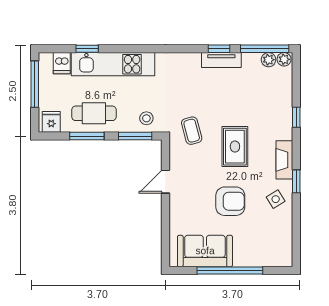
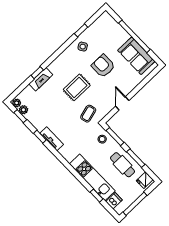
window: (265, 49) -> (20, 116), width x0.46
tv unit: (221, 60) -> (52, 139), moved
fireplace: (284, 160) -> (41, 79), moved
window: (296, 181) -> (81, 30), moved
door: (165, 182) -> (122, 103), swing flipped

